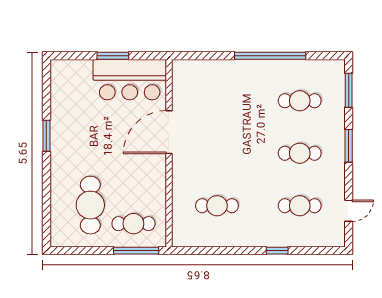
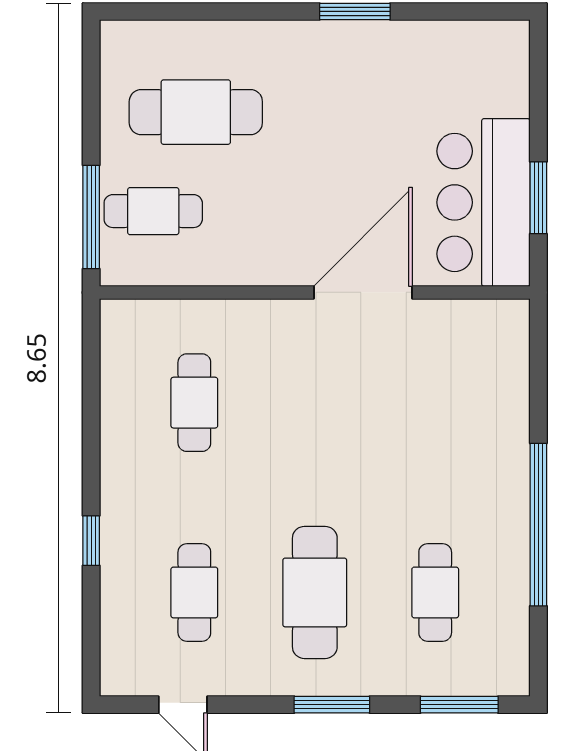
window: (113, 56) -> (538, 198), moved
door: (169, 132) -> (363, 292), hinge flipped
cafe table: (300, 153) -> (315, 592), width x1.37, depth x1.35
cafe table: (133, 224) -> (153, 211), turned 90

